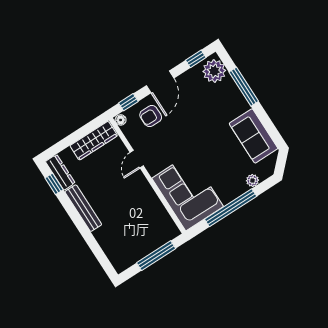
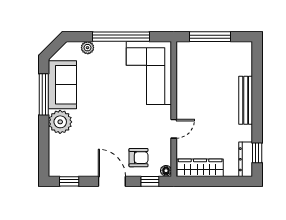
plant: (214, 71) -> (60, 122), moved
door: (160, 82) -> (112, 181), hinge flipped
window: (244, 87) -> (44, 94), moved
bench: (83, 208) -> (246, 100), moved

